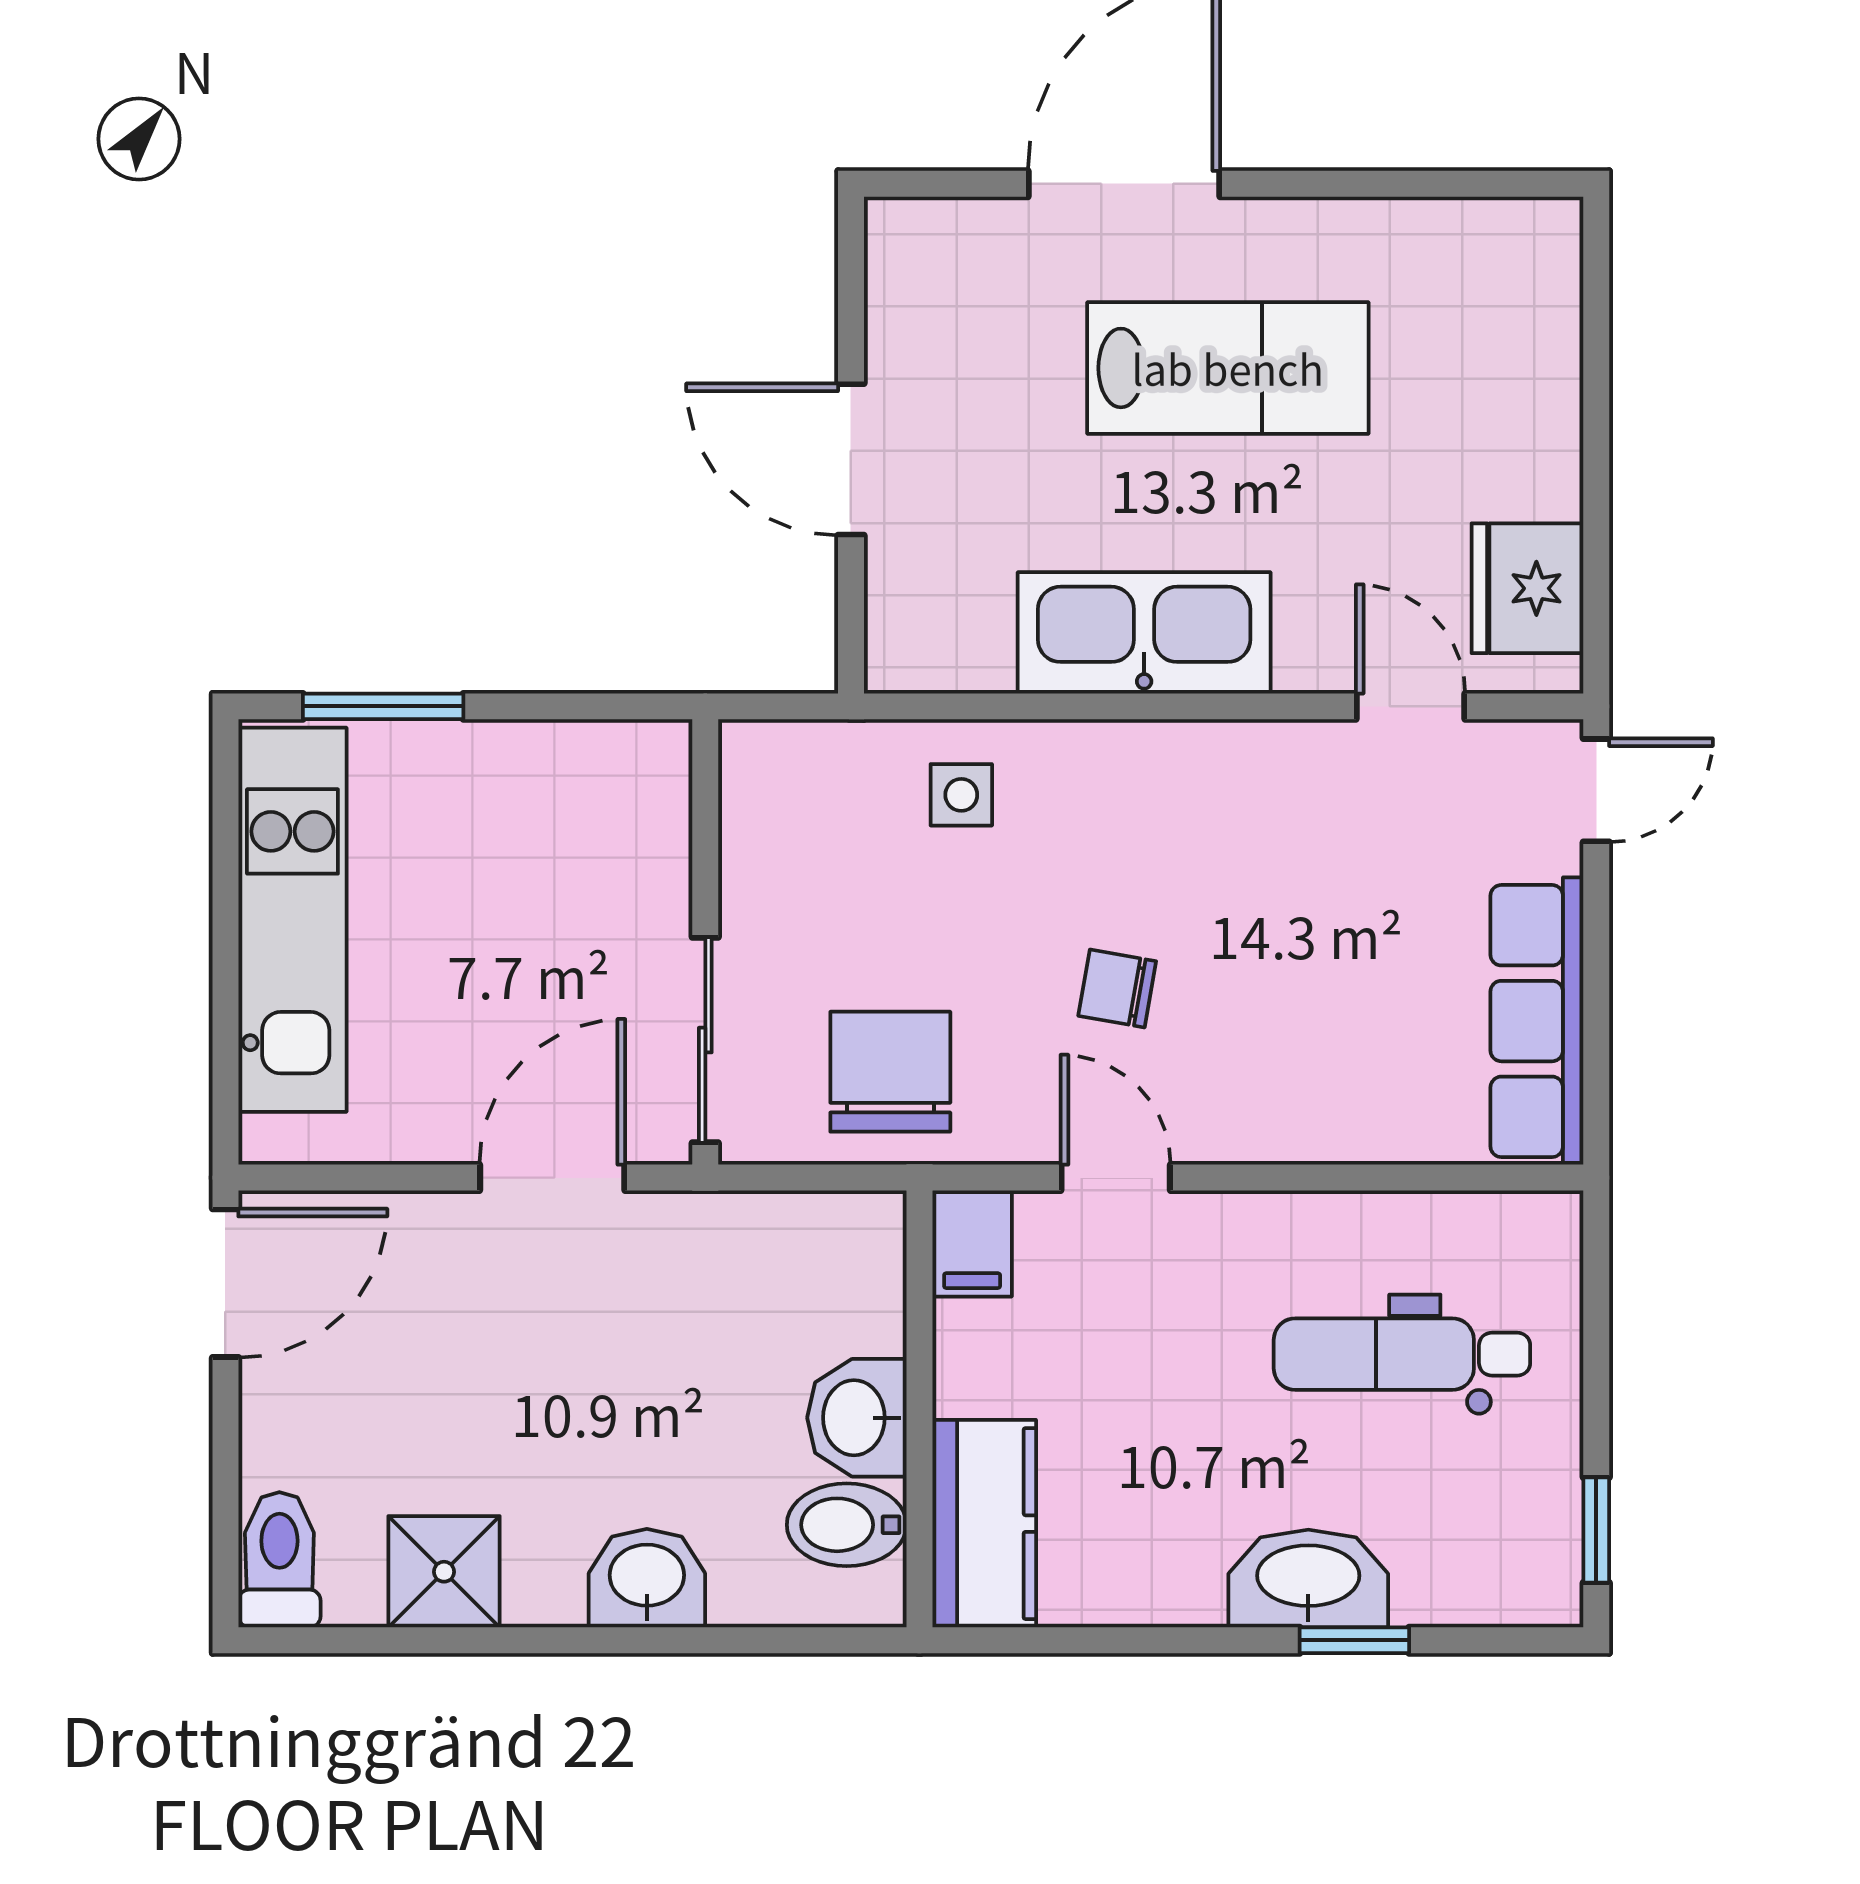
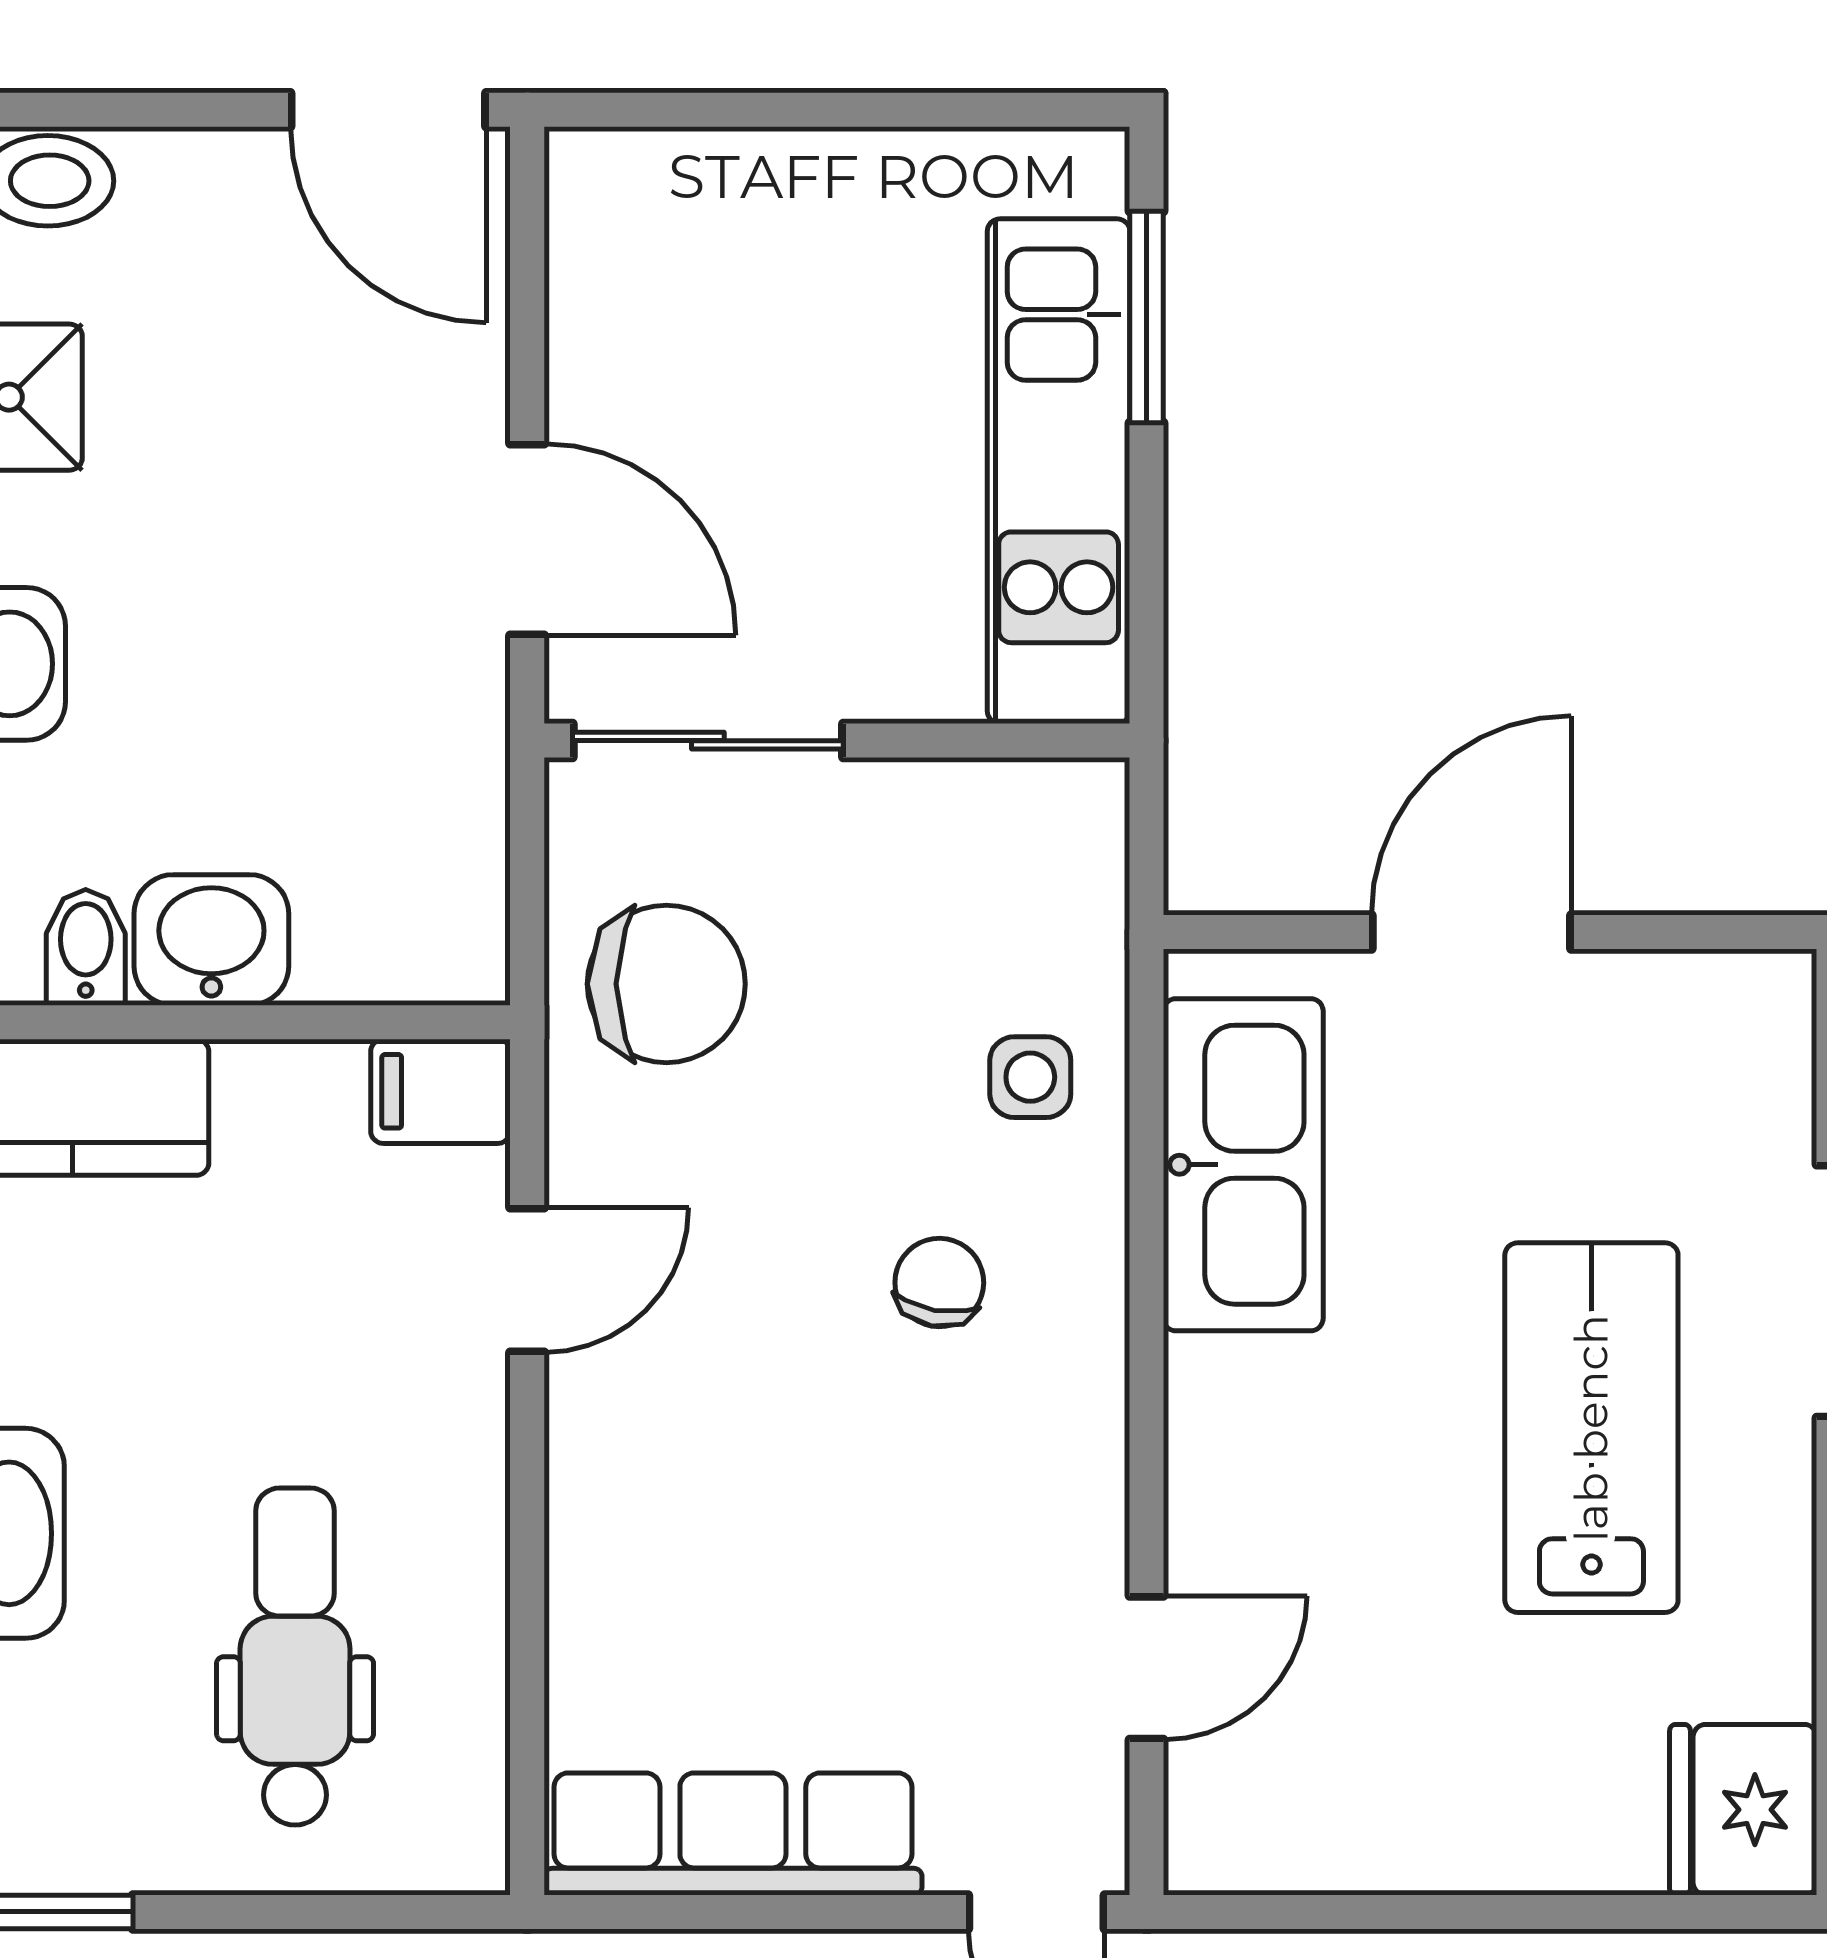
lab bench: (1228, 368) -> (1591, 1428), turned 180
fridge: (1527, 588) -> (1743, 1810), moved, turned -90
kitchen sink: (1144, 633) -> (1243, 1165), moved
kitchen unit: (292, 920) -> (1059, 471), moved, turned 90
chair: (1117, 988) -> (939, 1282), moved
bidet: (847, 1525) -> (86, 947), width x0.72, depth x0.74

